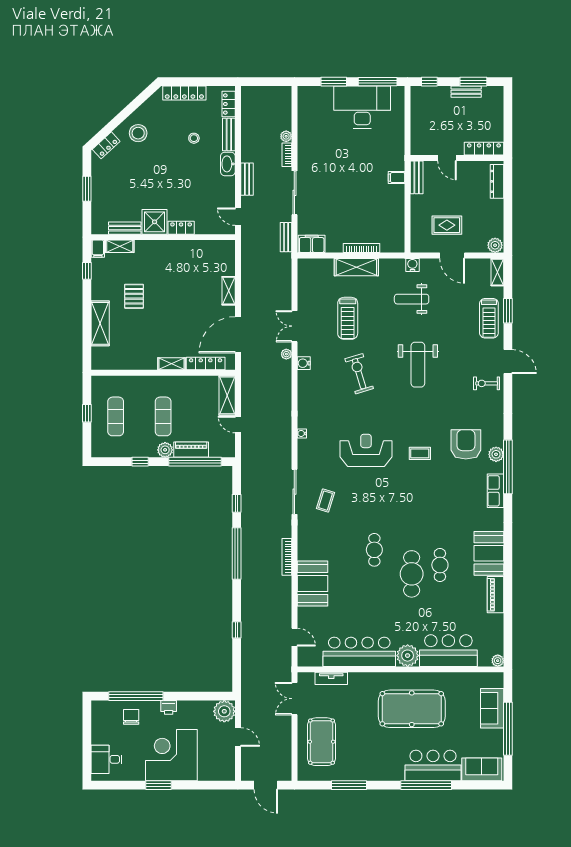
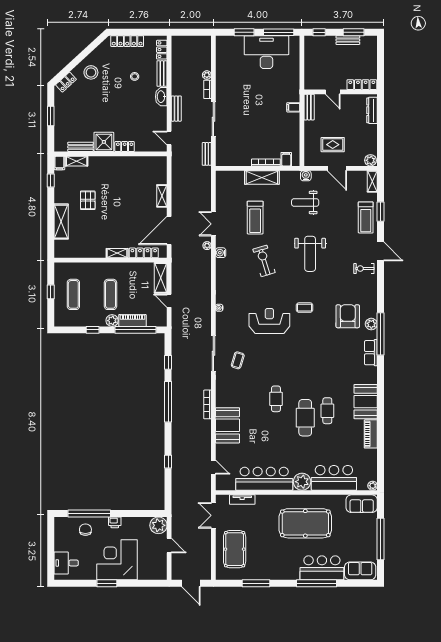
filing cabinet: (312, 244) -> (286, 159), moved, width x0.50
coffee table: (420, 453) -> (305, 308), moved
sofa: (492, 708) -> (362, 504), moved, turned -90

